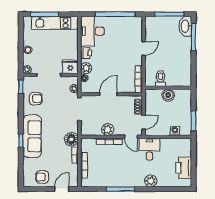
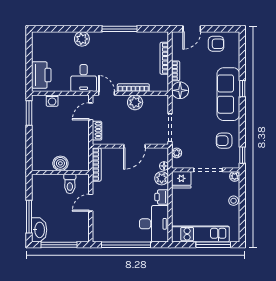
toilet: (161, 79) -> (70, 184), moved
wall: (168, 88) -> (60, 172), moved
boiler: (168, 95) -> (60, 163), moved
printer: (184, 168) -> (41, 75), moved

